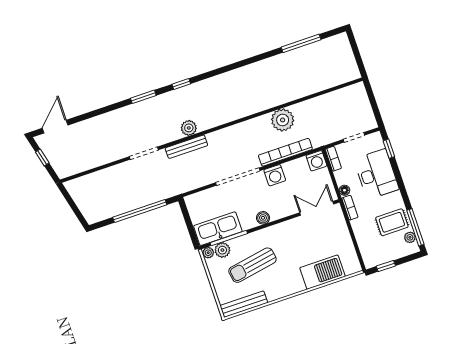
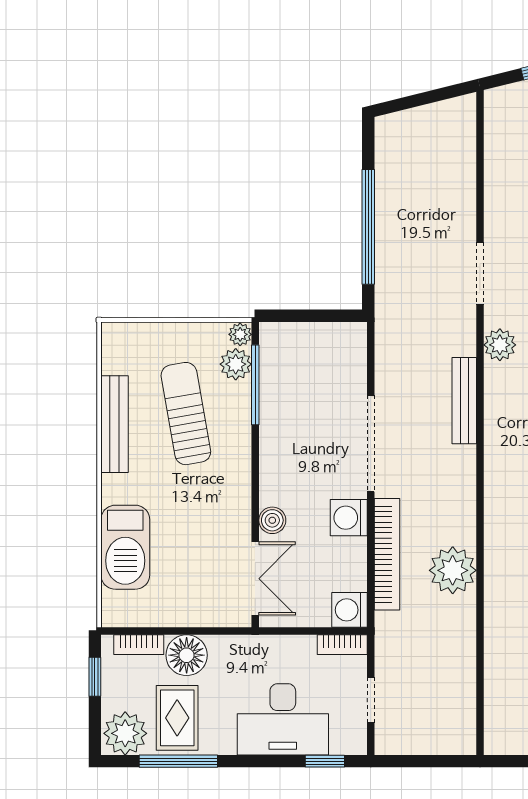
plant: (189, 128) -> (500, 345), moved
bench: (186, 147) -> (464, 401), moved
floor lamp: (344, 190) -> (187, 655), moved, width x1.89, depth x1.89
bookcase: (350, 208) -> (139, 645), moved
boiler: (263, 218) -> (272, 520), moved
window: (415, 227) -> (178, 761), moved
kitchen sink: (218, 229) -> (281, 369), removed
plant: (410, 237) -> (125, 733), width x1.88, depth x1.88
bench: (244, 304) -> (114, 424), moved

